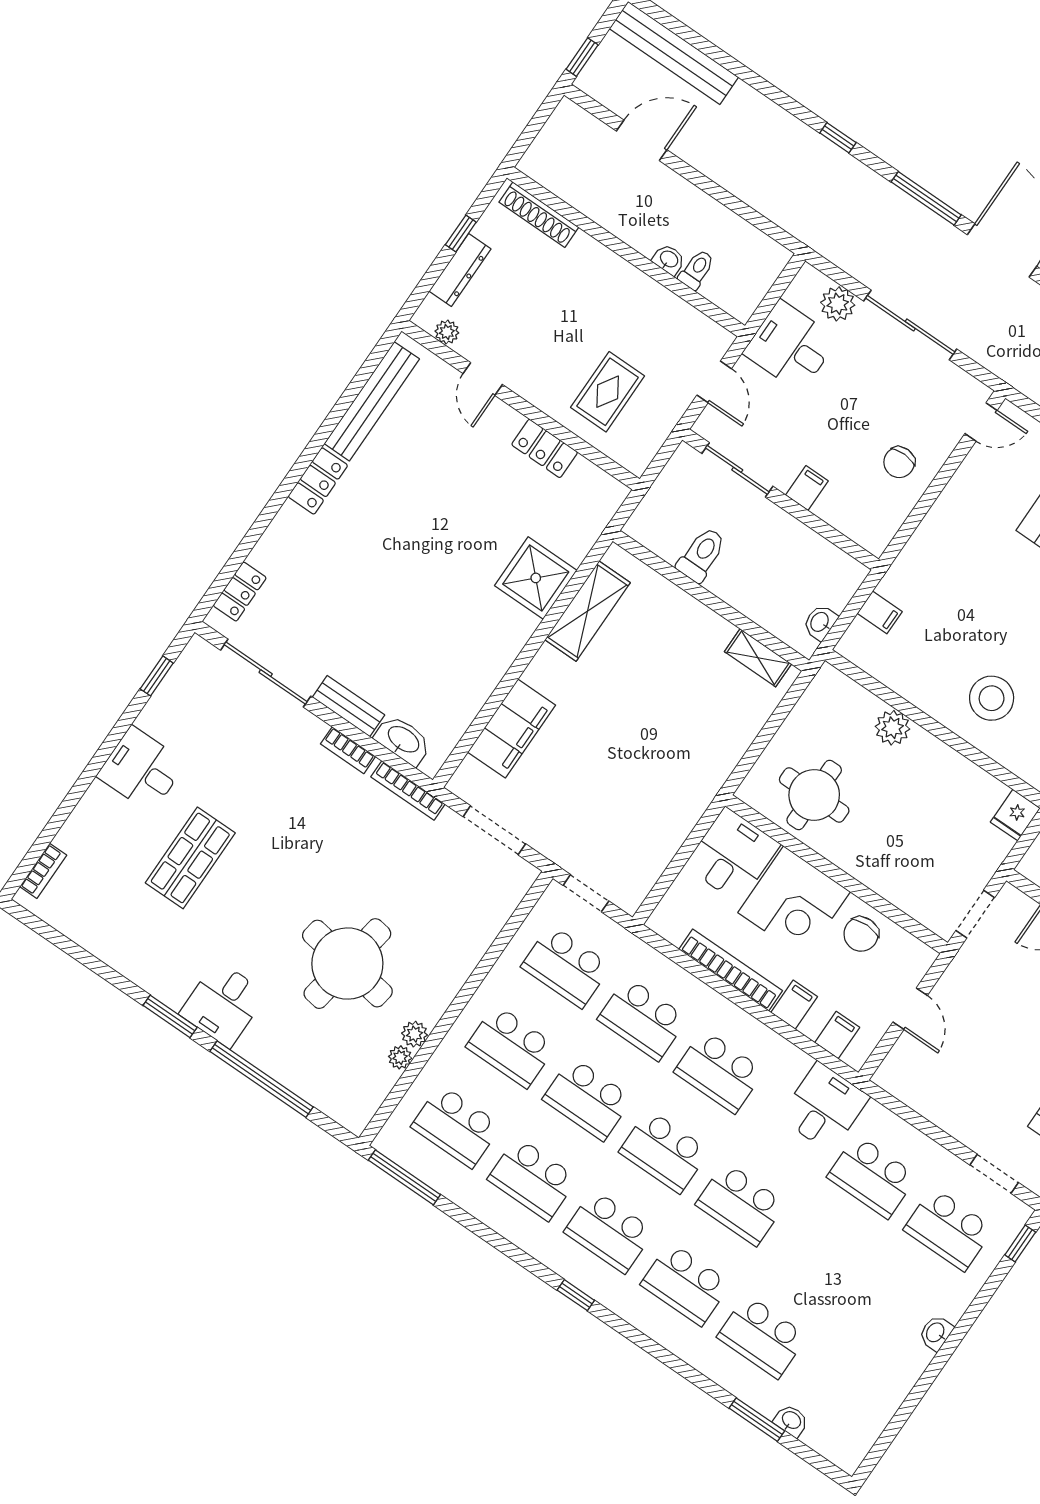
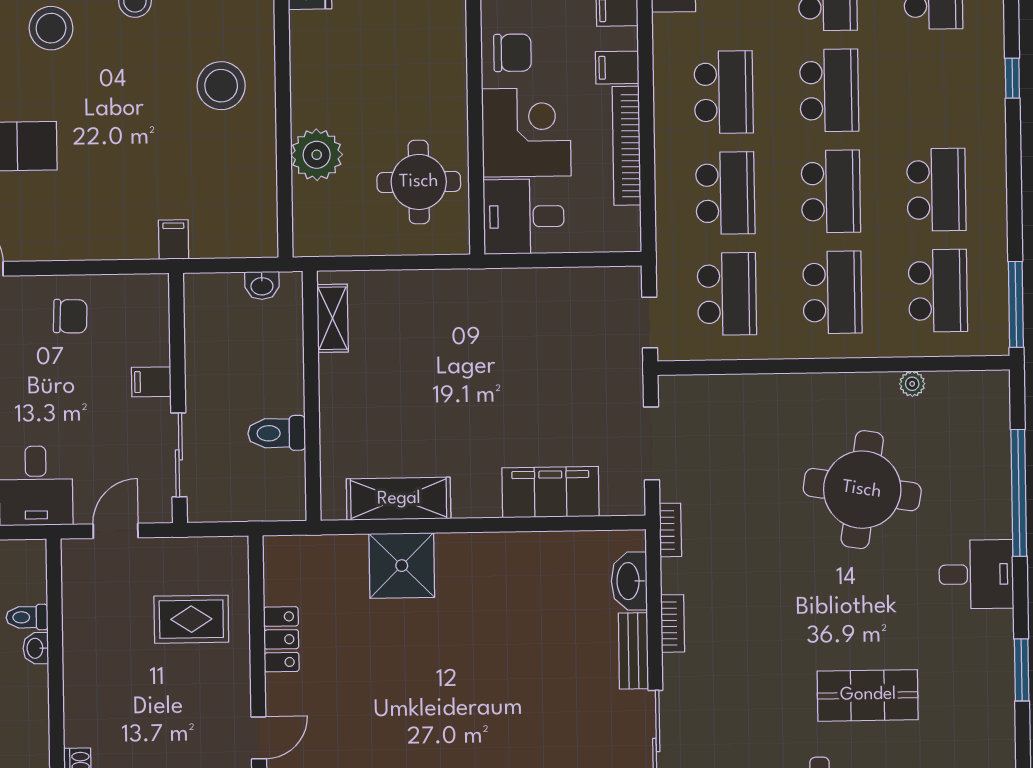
filing cabinet: (880, 612) -> (174, 240), moved
plant: (893, 728) -> (317, 155), width x1.36, depth x1.36
bookcase: (408, 790) -> (670, 530), width x0.64
window: (170, 1016) -> (1022, 670), moved
plant: (414, 1034) -> (882, 386), removed
school desk: (609, 1231) -> (935, 89), removed

